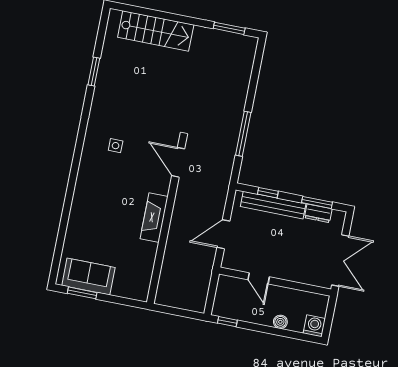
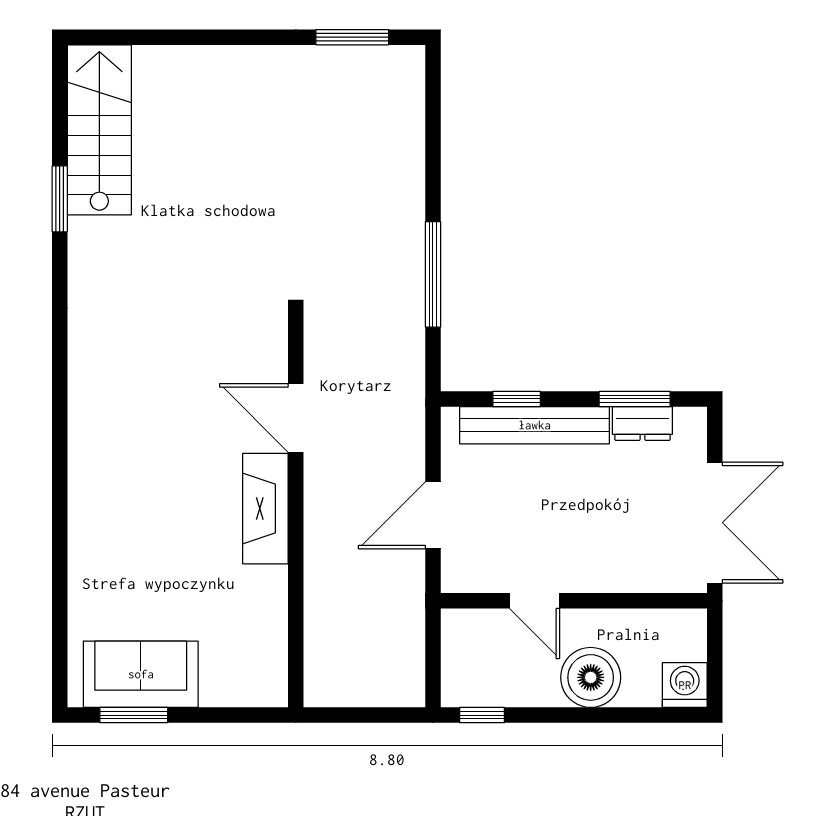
stairs: (156, 31) -> (99, 130), moved, turned -90
side table: (116, 146) -> (144, 360), removed
door: (178, 162) -> (296, 418), moved
boiler: (280, 322) -> (591, 677), width x1.86, depth x1.86

